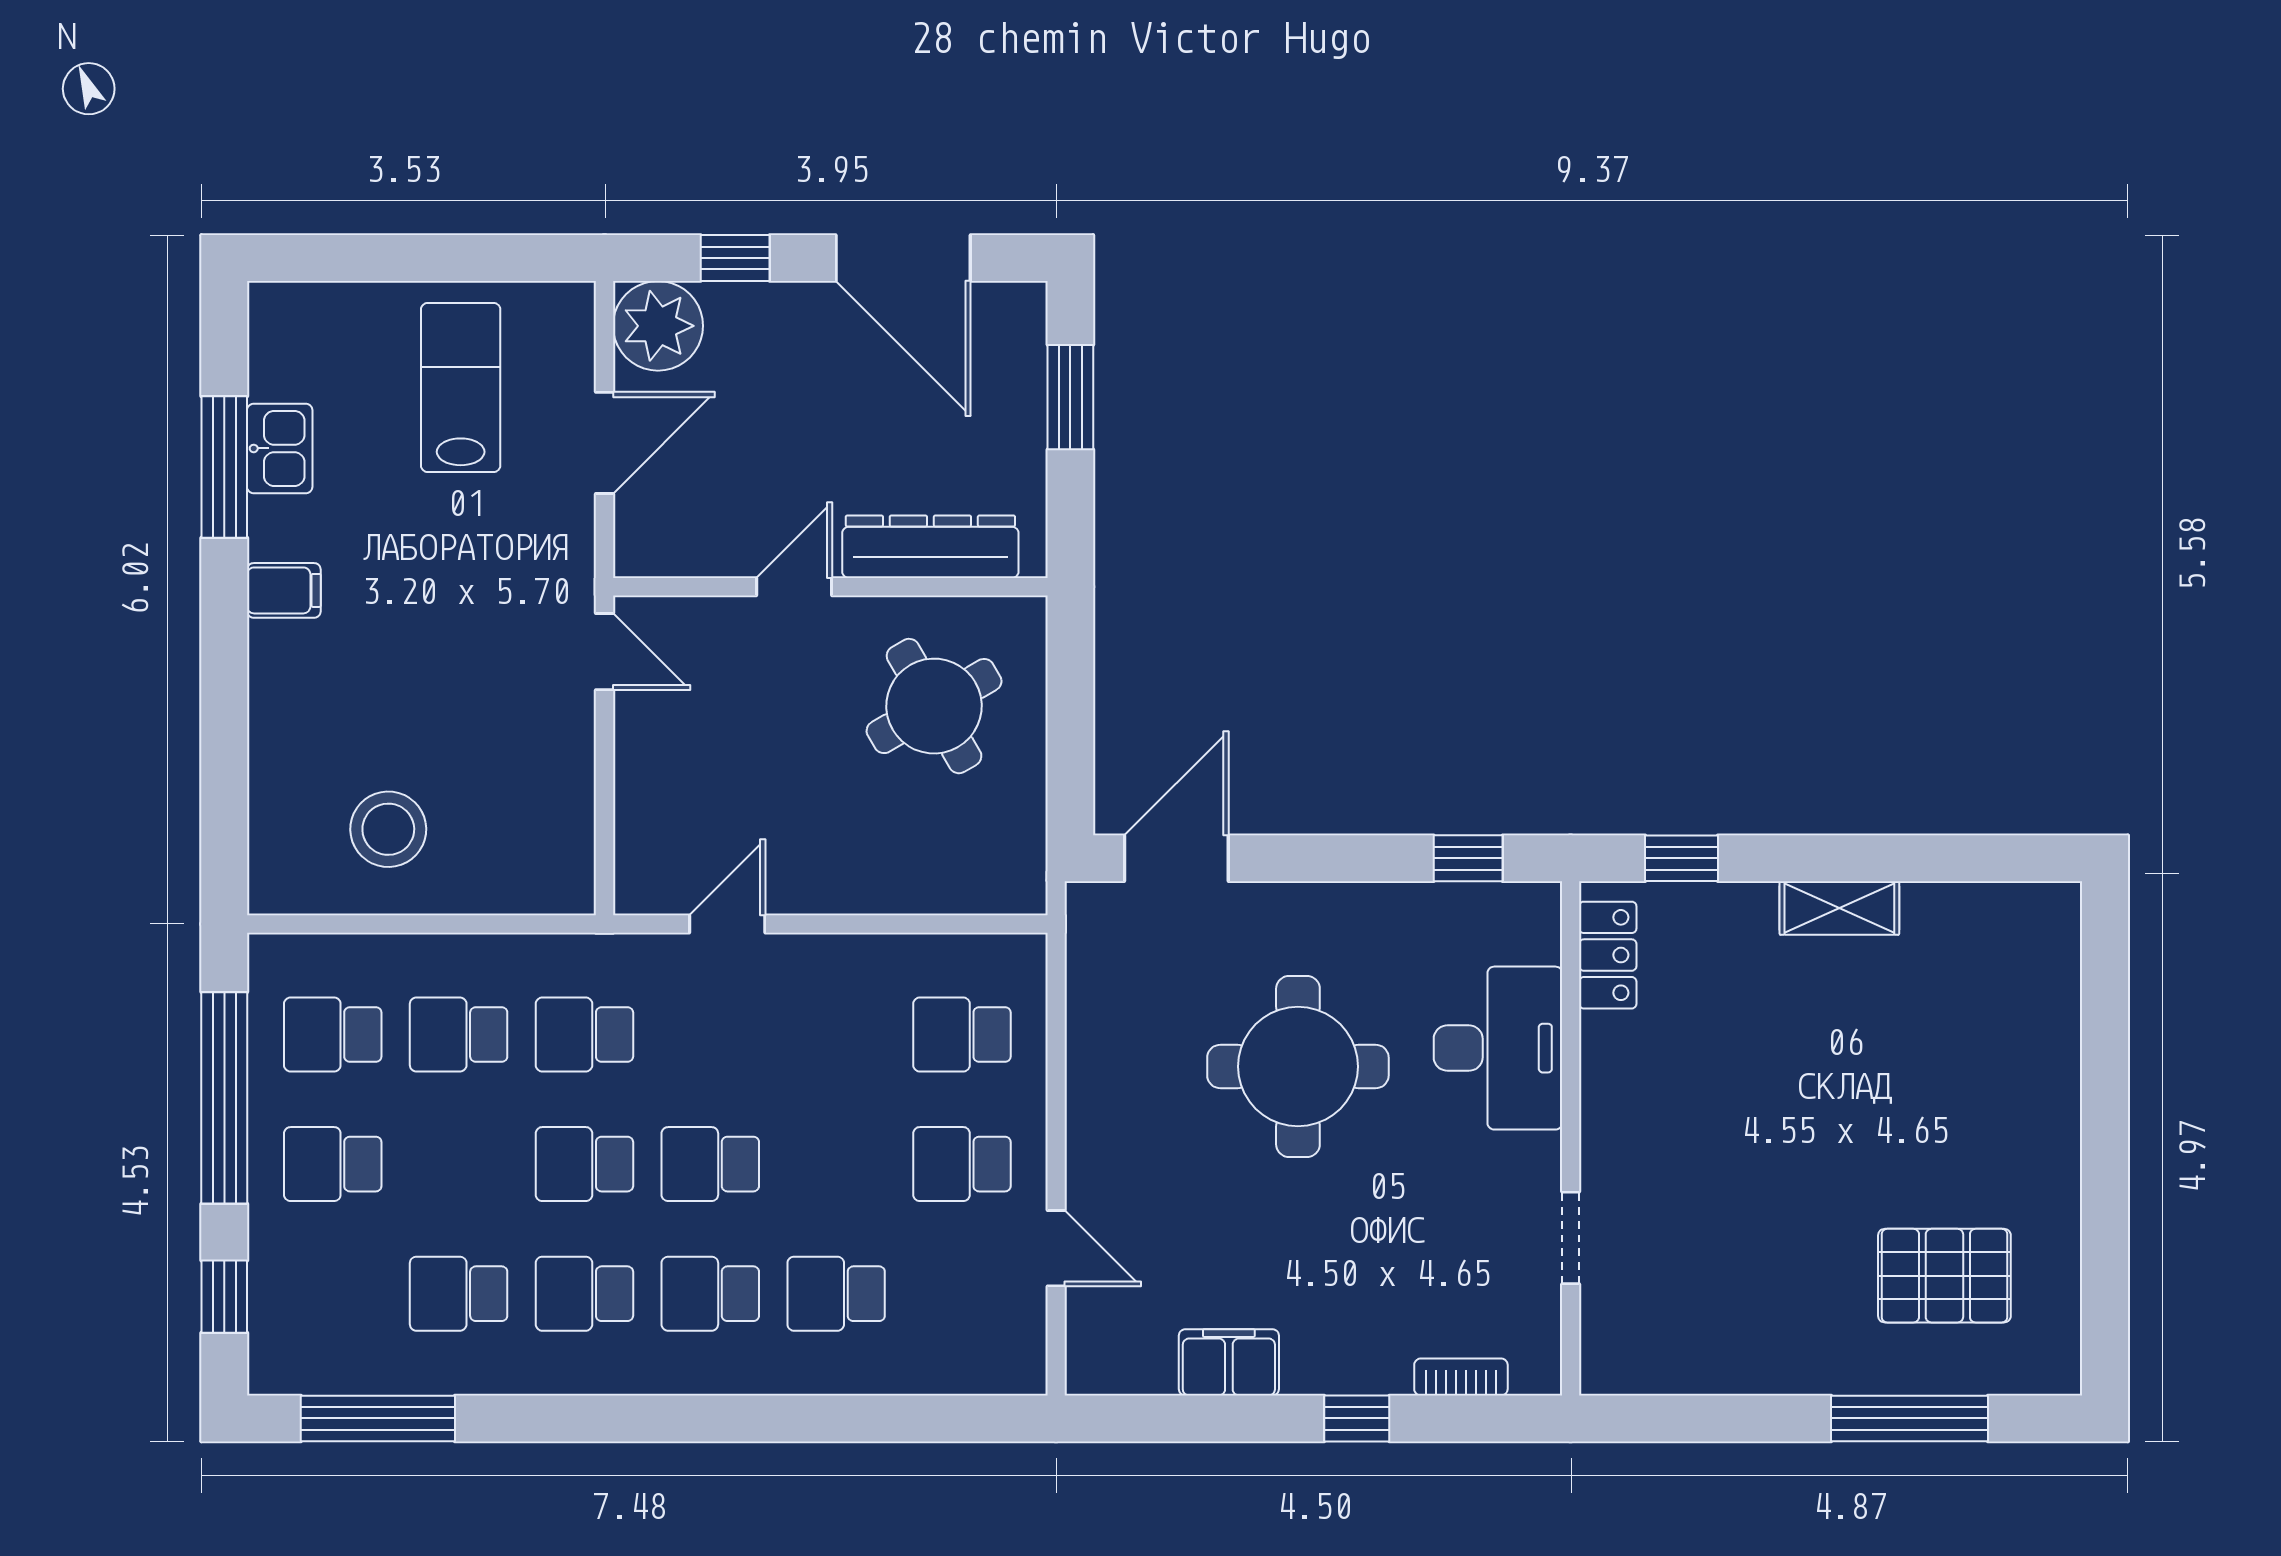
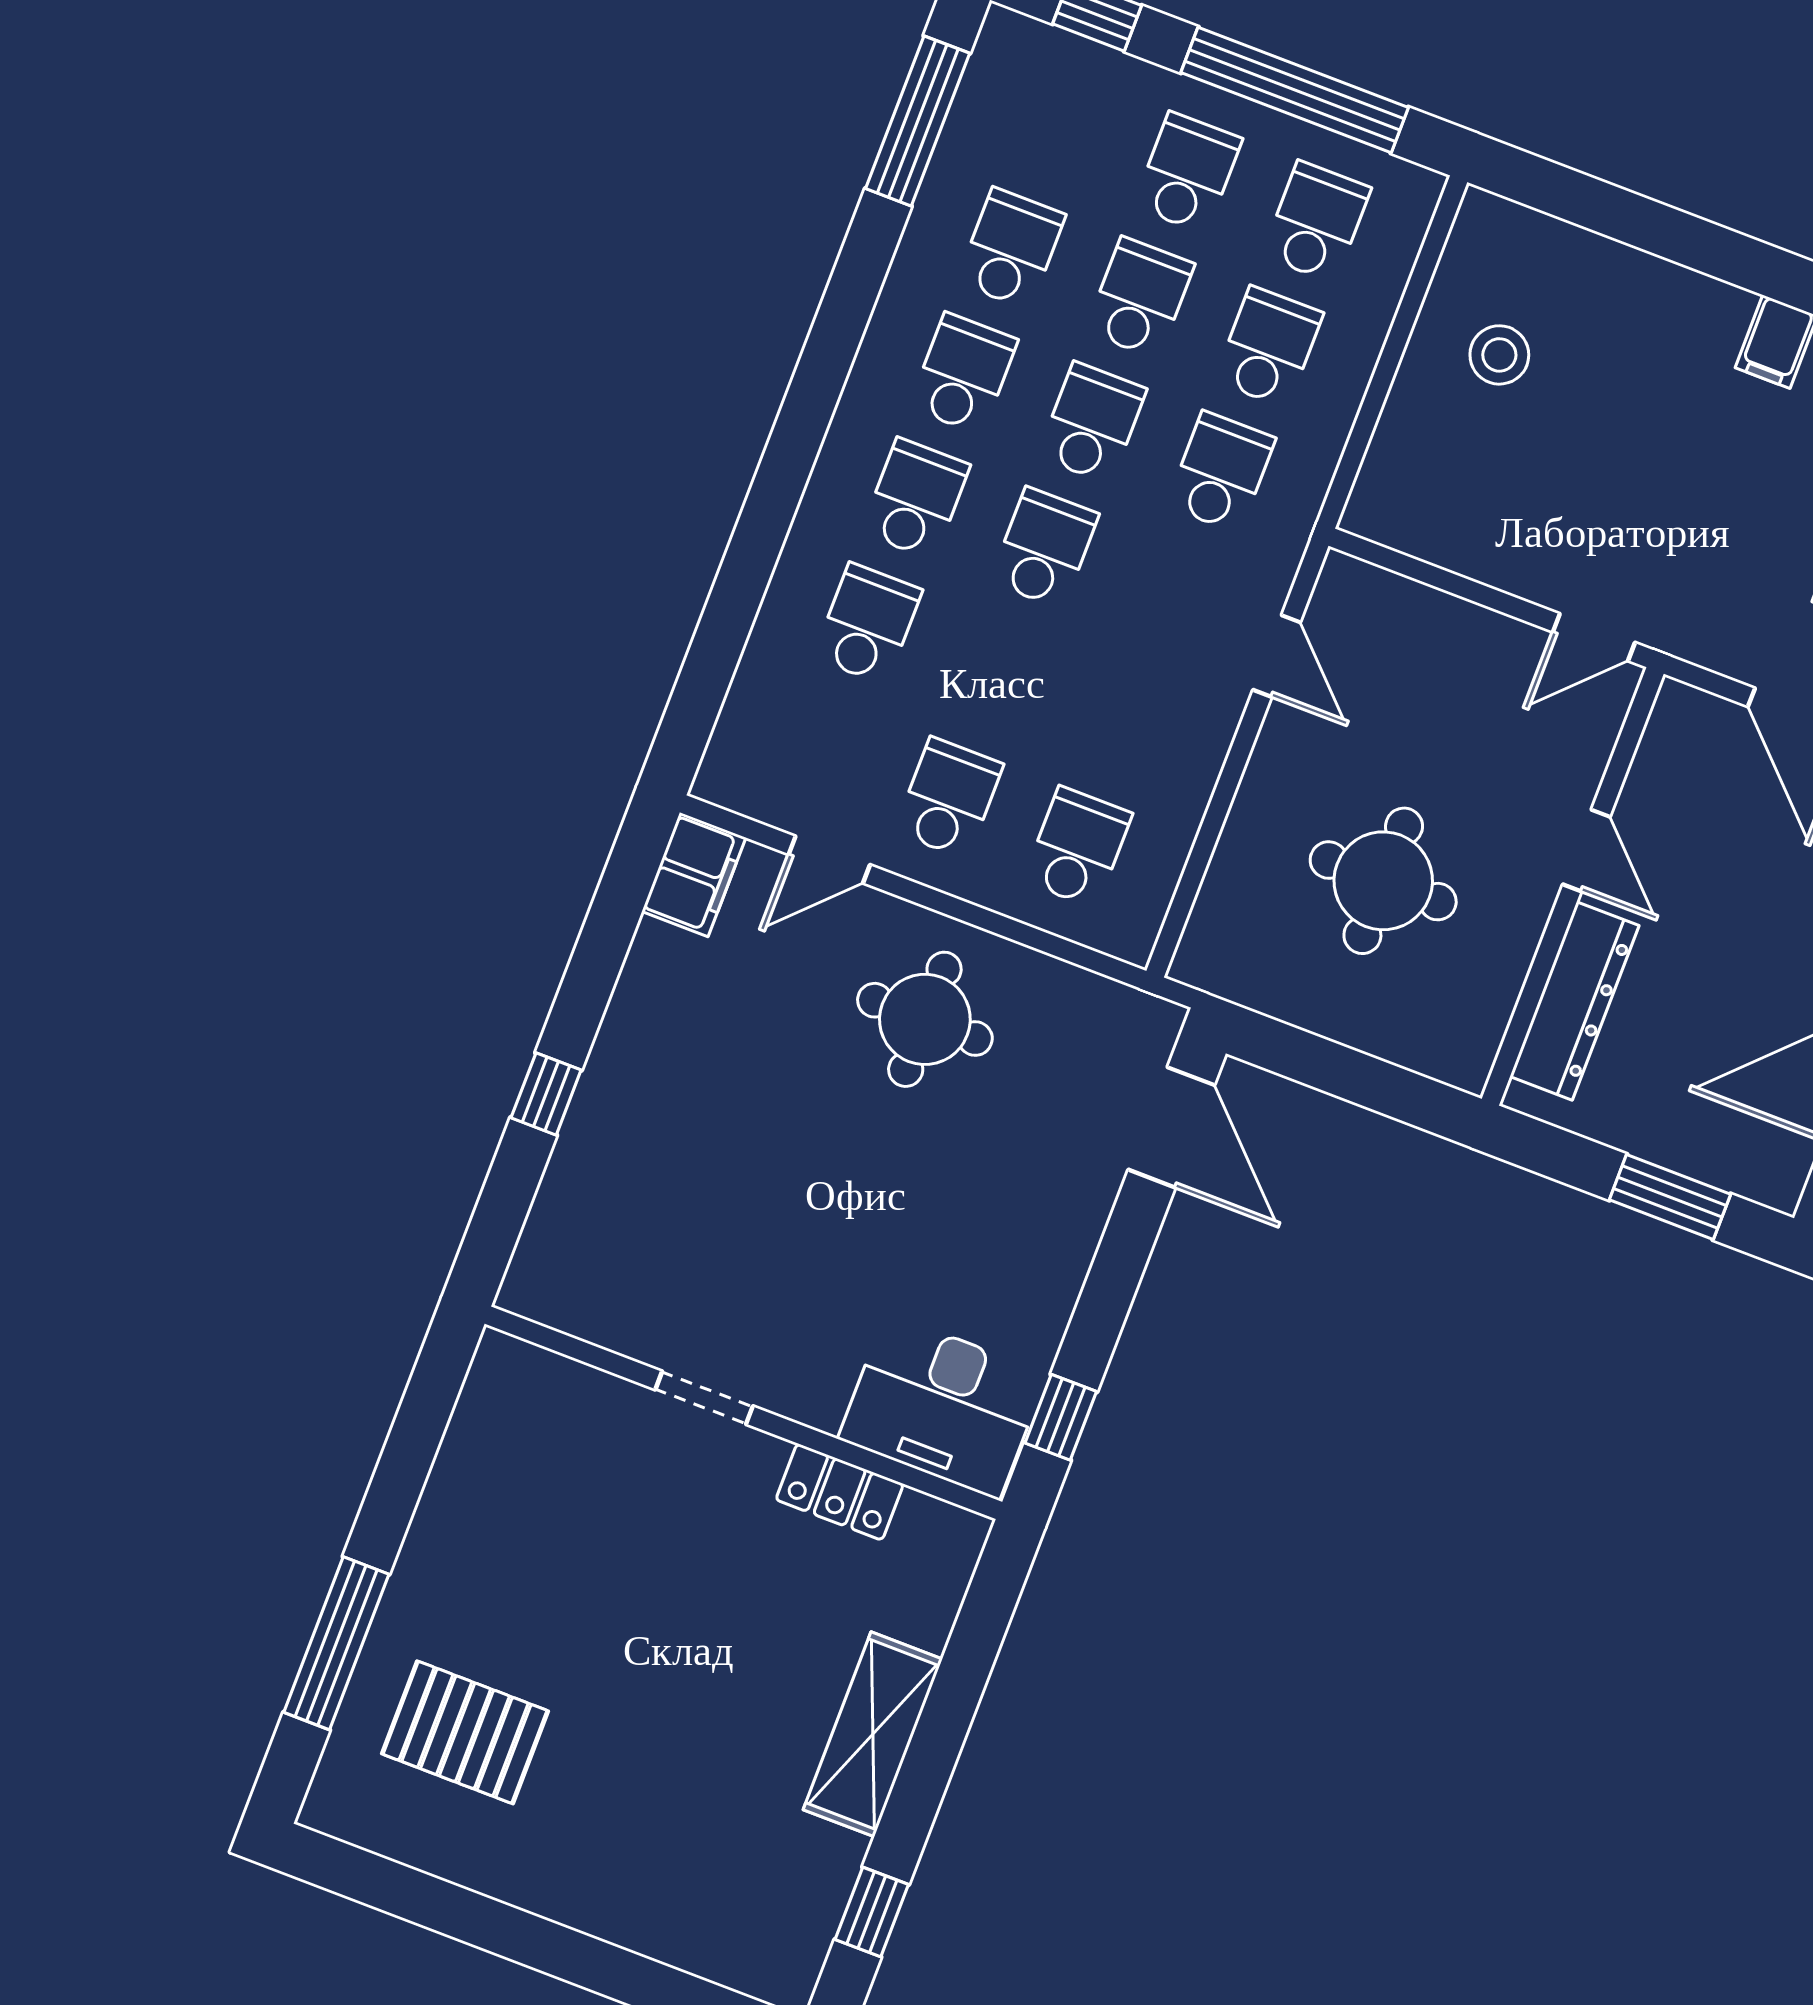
round table: (934, 706) -> (1383, 881), moved, turned 30
stool: (388, 829) -> (1499, 355), width x0.73, depth x0.73
window: (1682, 858) -> (872, 1912), moved
shelving: (1839, 908) -> (873, 1734), width x1.50, depth x1.33
locker: (1608, 955) -> (840, 1492), moved
desk: (1498, 1048) -> (943, 1406), moved
round table: (1298, 1067) -> (925, 1019), moved, width x0.73, depth x0.73
school desk: (459, 1164) -> (1140, 298), added
doorway: (1571, 1238) -> (704, 1398), moved
pallet: (1944, 1276) -> (465, 1732), turned 90
filing cabinet: (1229, 1362) -> (694, 875), moved
bookcase: (1461, 1377) -> (548, 1213), removed

